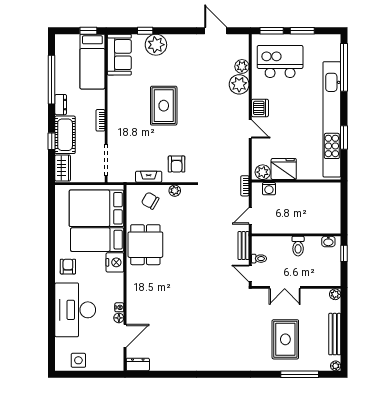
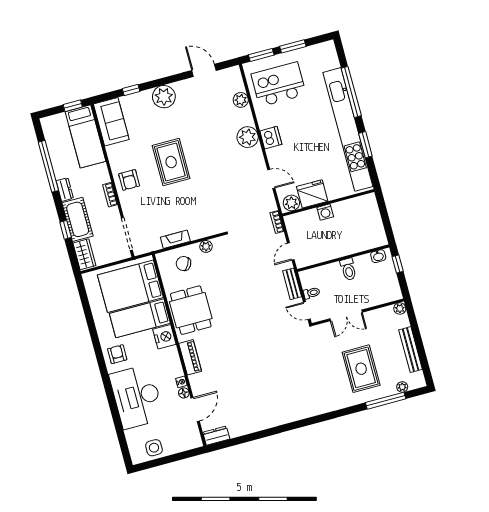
plant: (156, 45) -> (164, 97), moved
window: (344, 67) -> (351, 92), moved
plant: (239, 84) -> (248, 137), moved
door: (250, 129) -> (271, 179), moved
armchair: (177, 164) -> (129, 180), moved
washing machine: (269, 189) -> (325, 212), moved
piano: (133, 287) -> (190, 357), added
plant: (336, 366) -> (402, 387), moved

